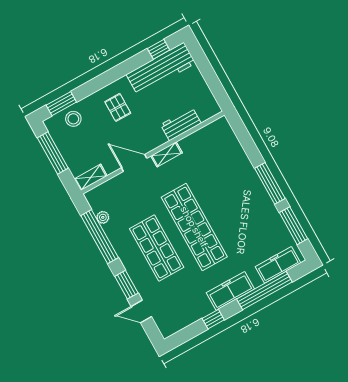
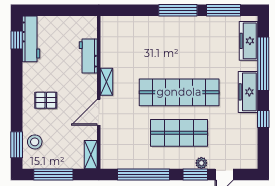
workbench: (161, 69) -> (31, 39), width x0.73, depth x0.76
plant: (103, 217) -> (201, 163), moved

